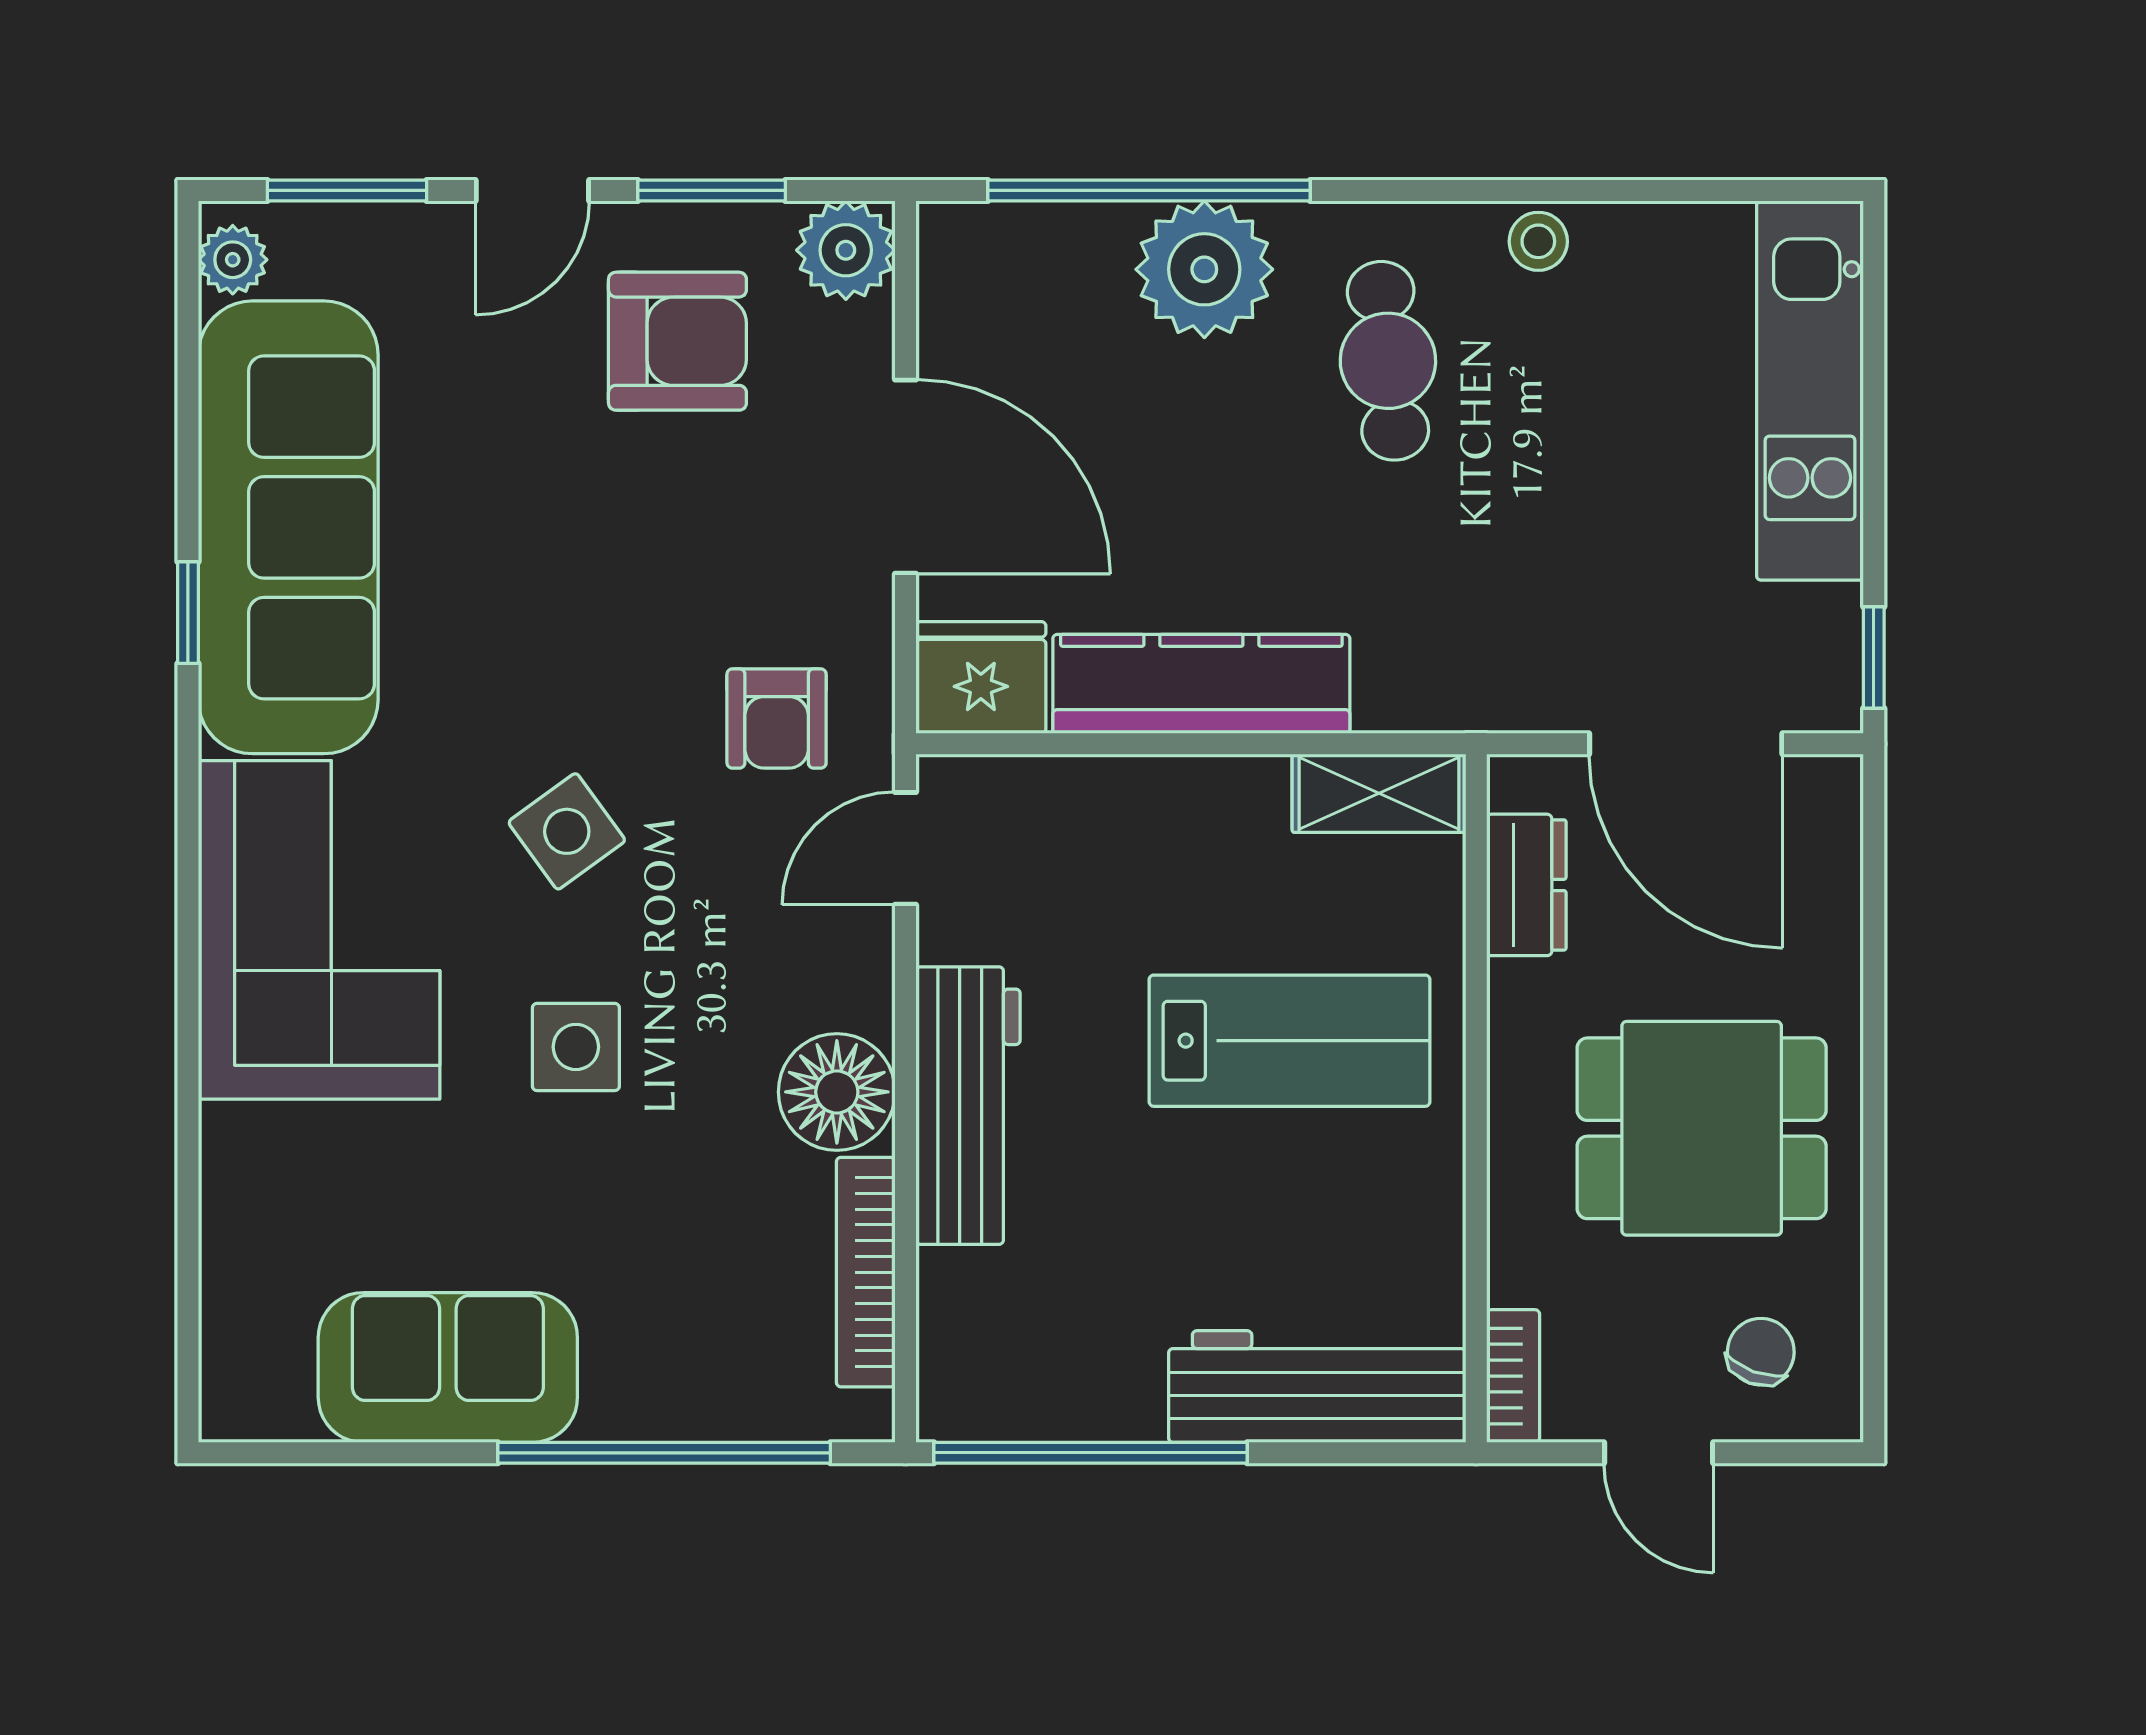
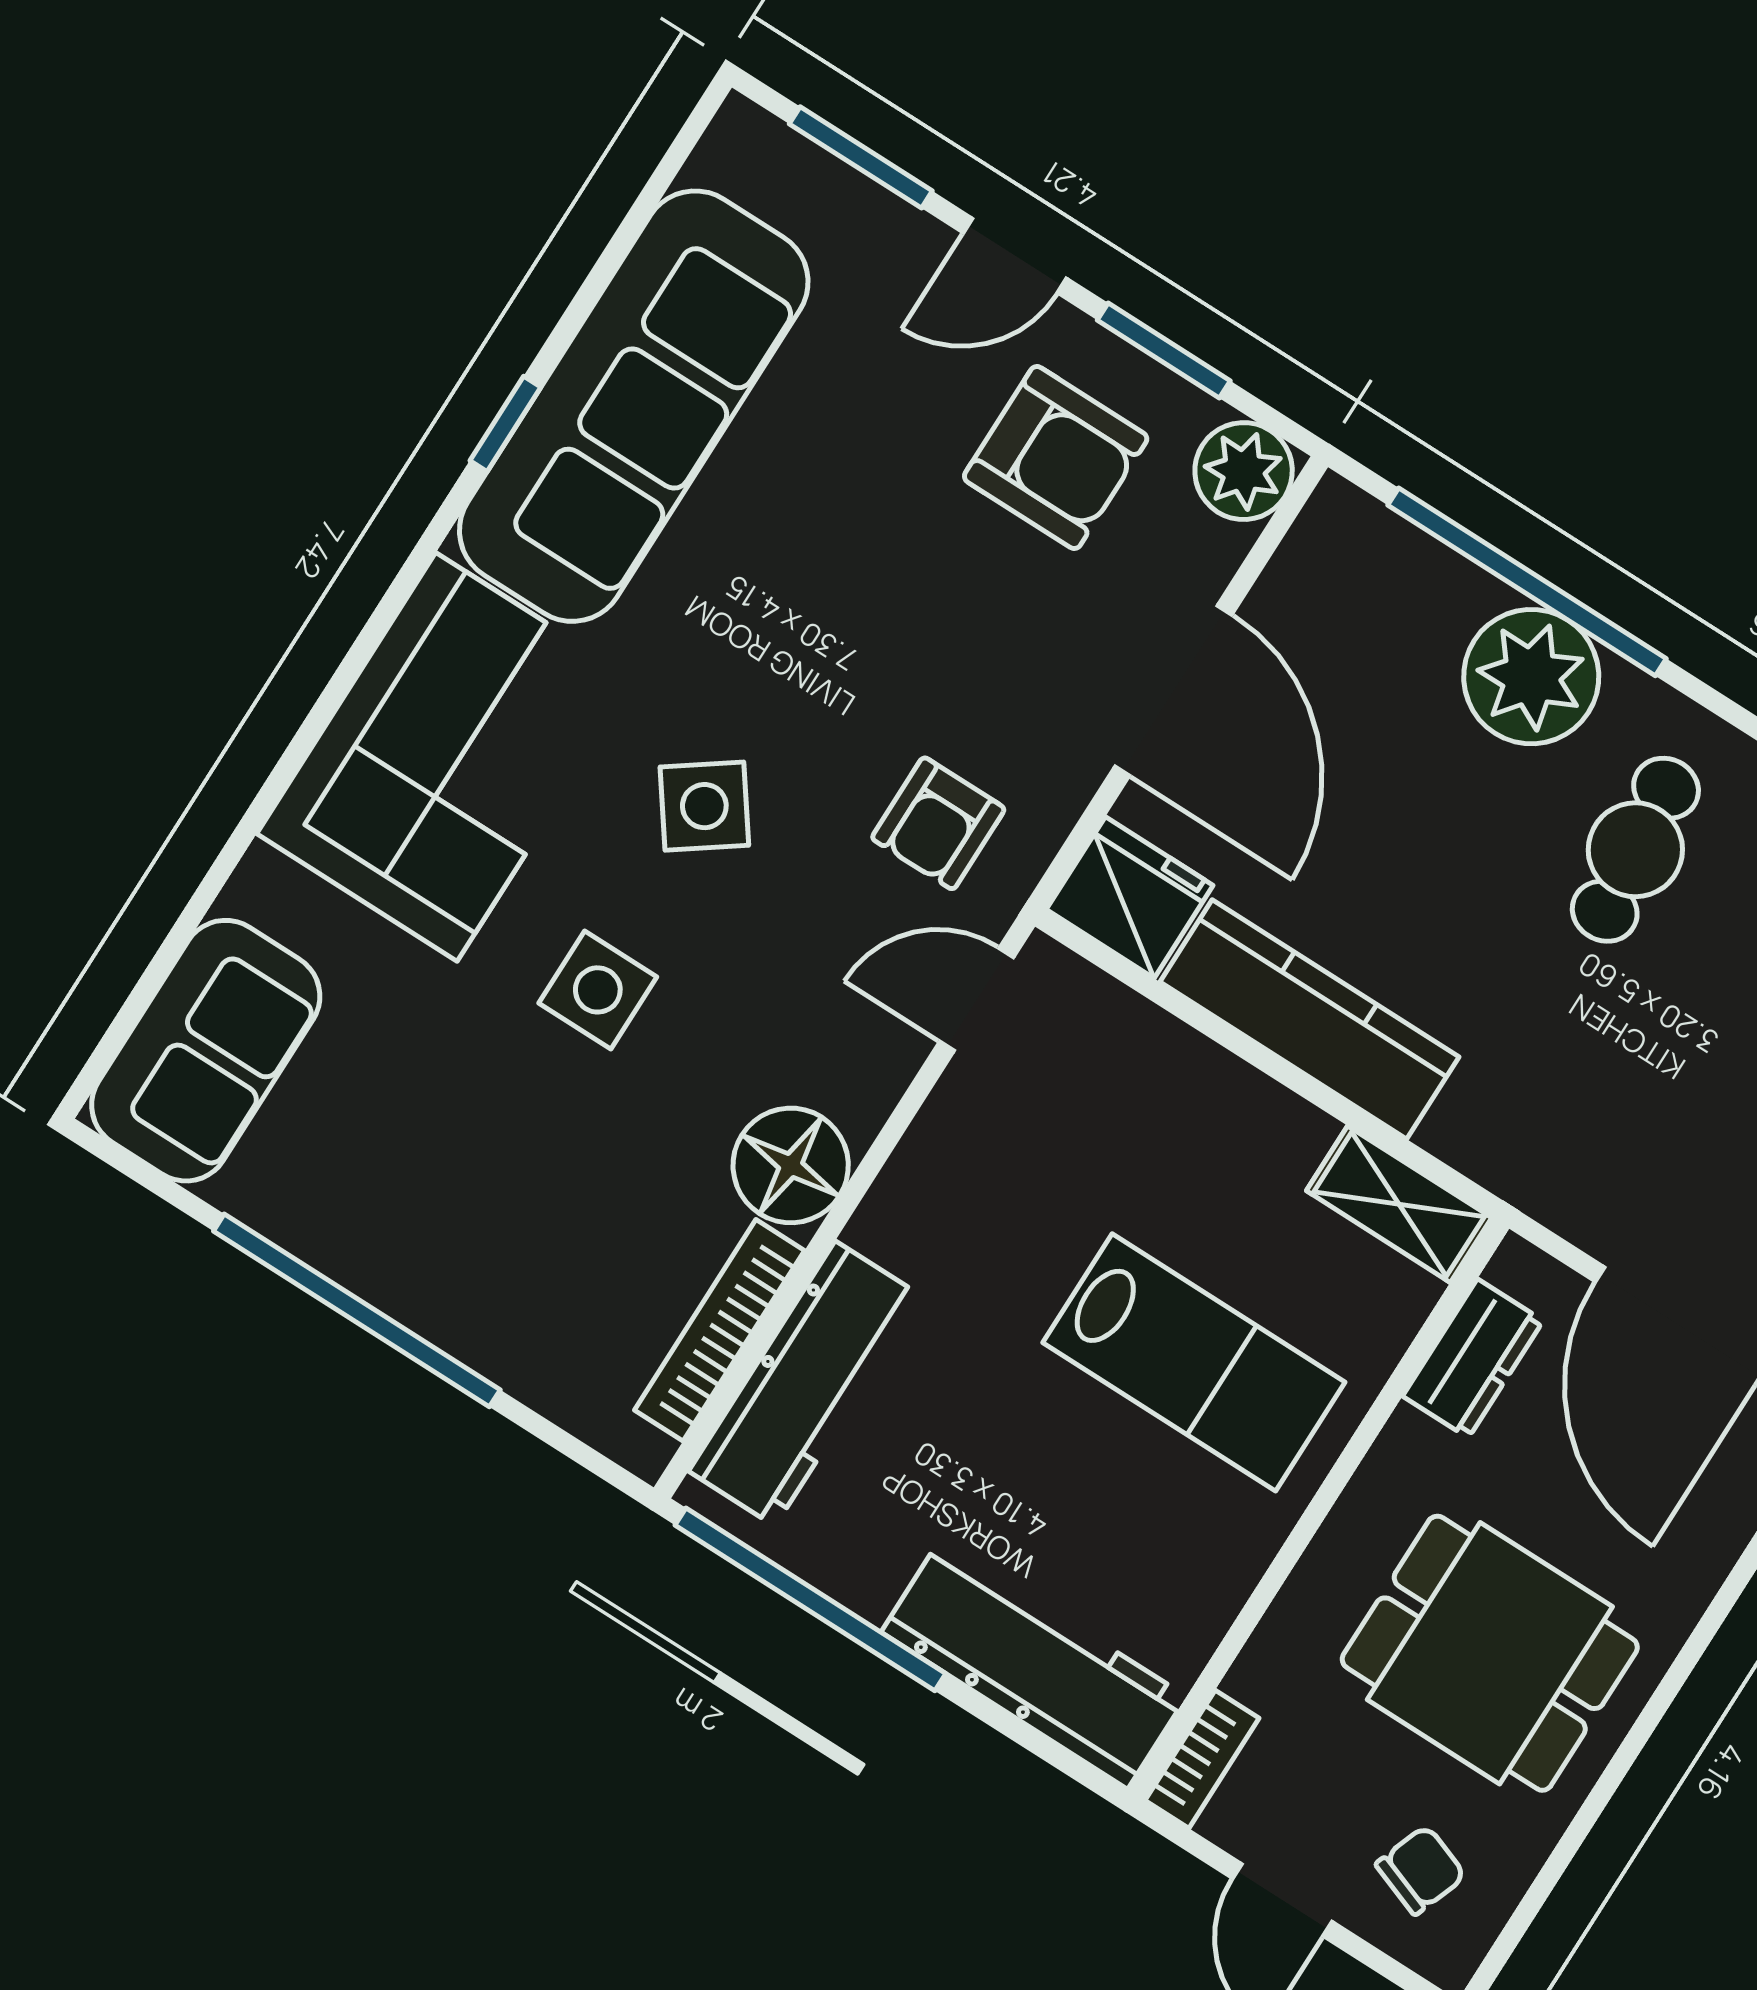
plant: (233, 260) -> (729, 154), removed
workbench: (968, 1106) -> (805, 1383), moved
sofa: (448, 1367) -> (206, 1051), moved, turned 90
window: (664, 1453) -> (357, 1310), moved

